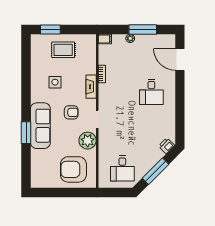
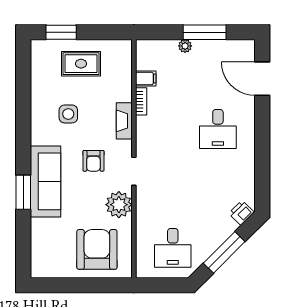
filing cabinet: (105, 39) -> (146, 79), moved
armchair: (71, 112) -> (93, 161), turned 90
armchair: (73, 169) -> (97, 249), turned 90

